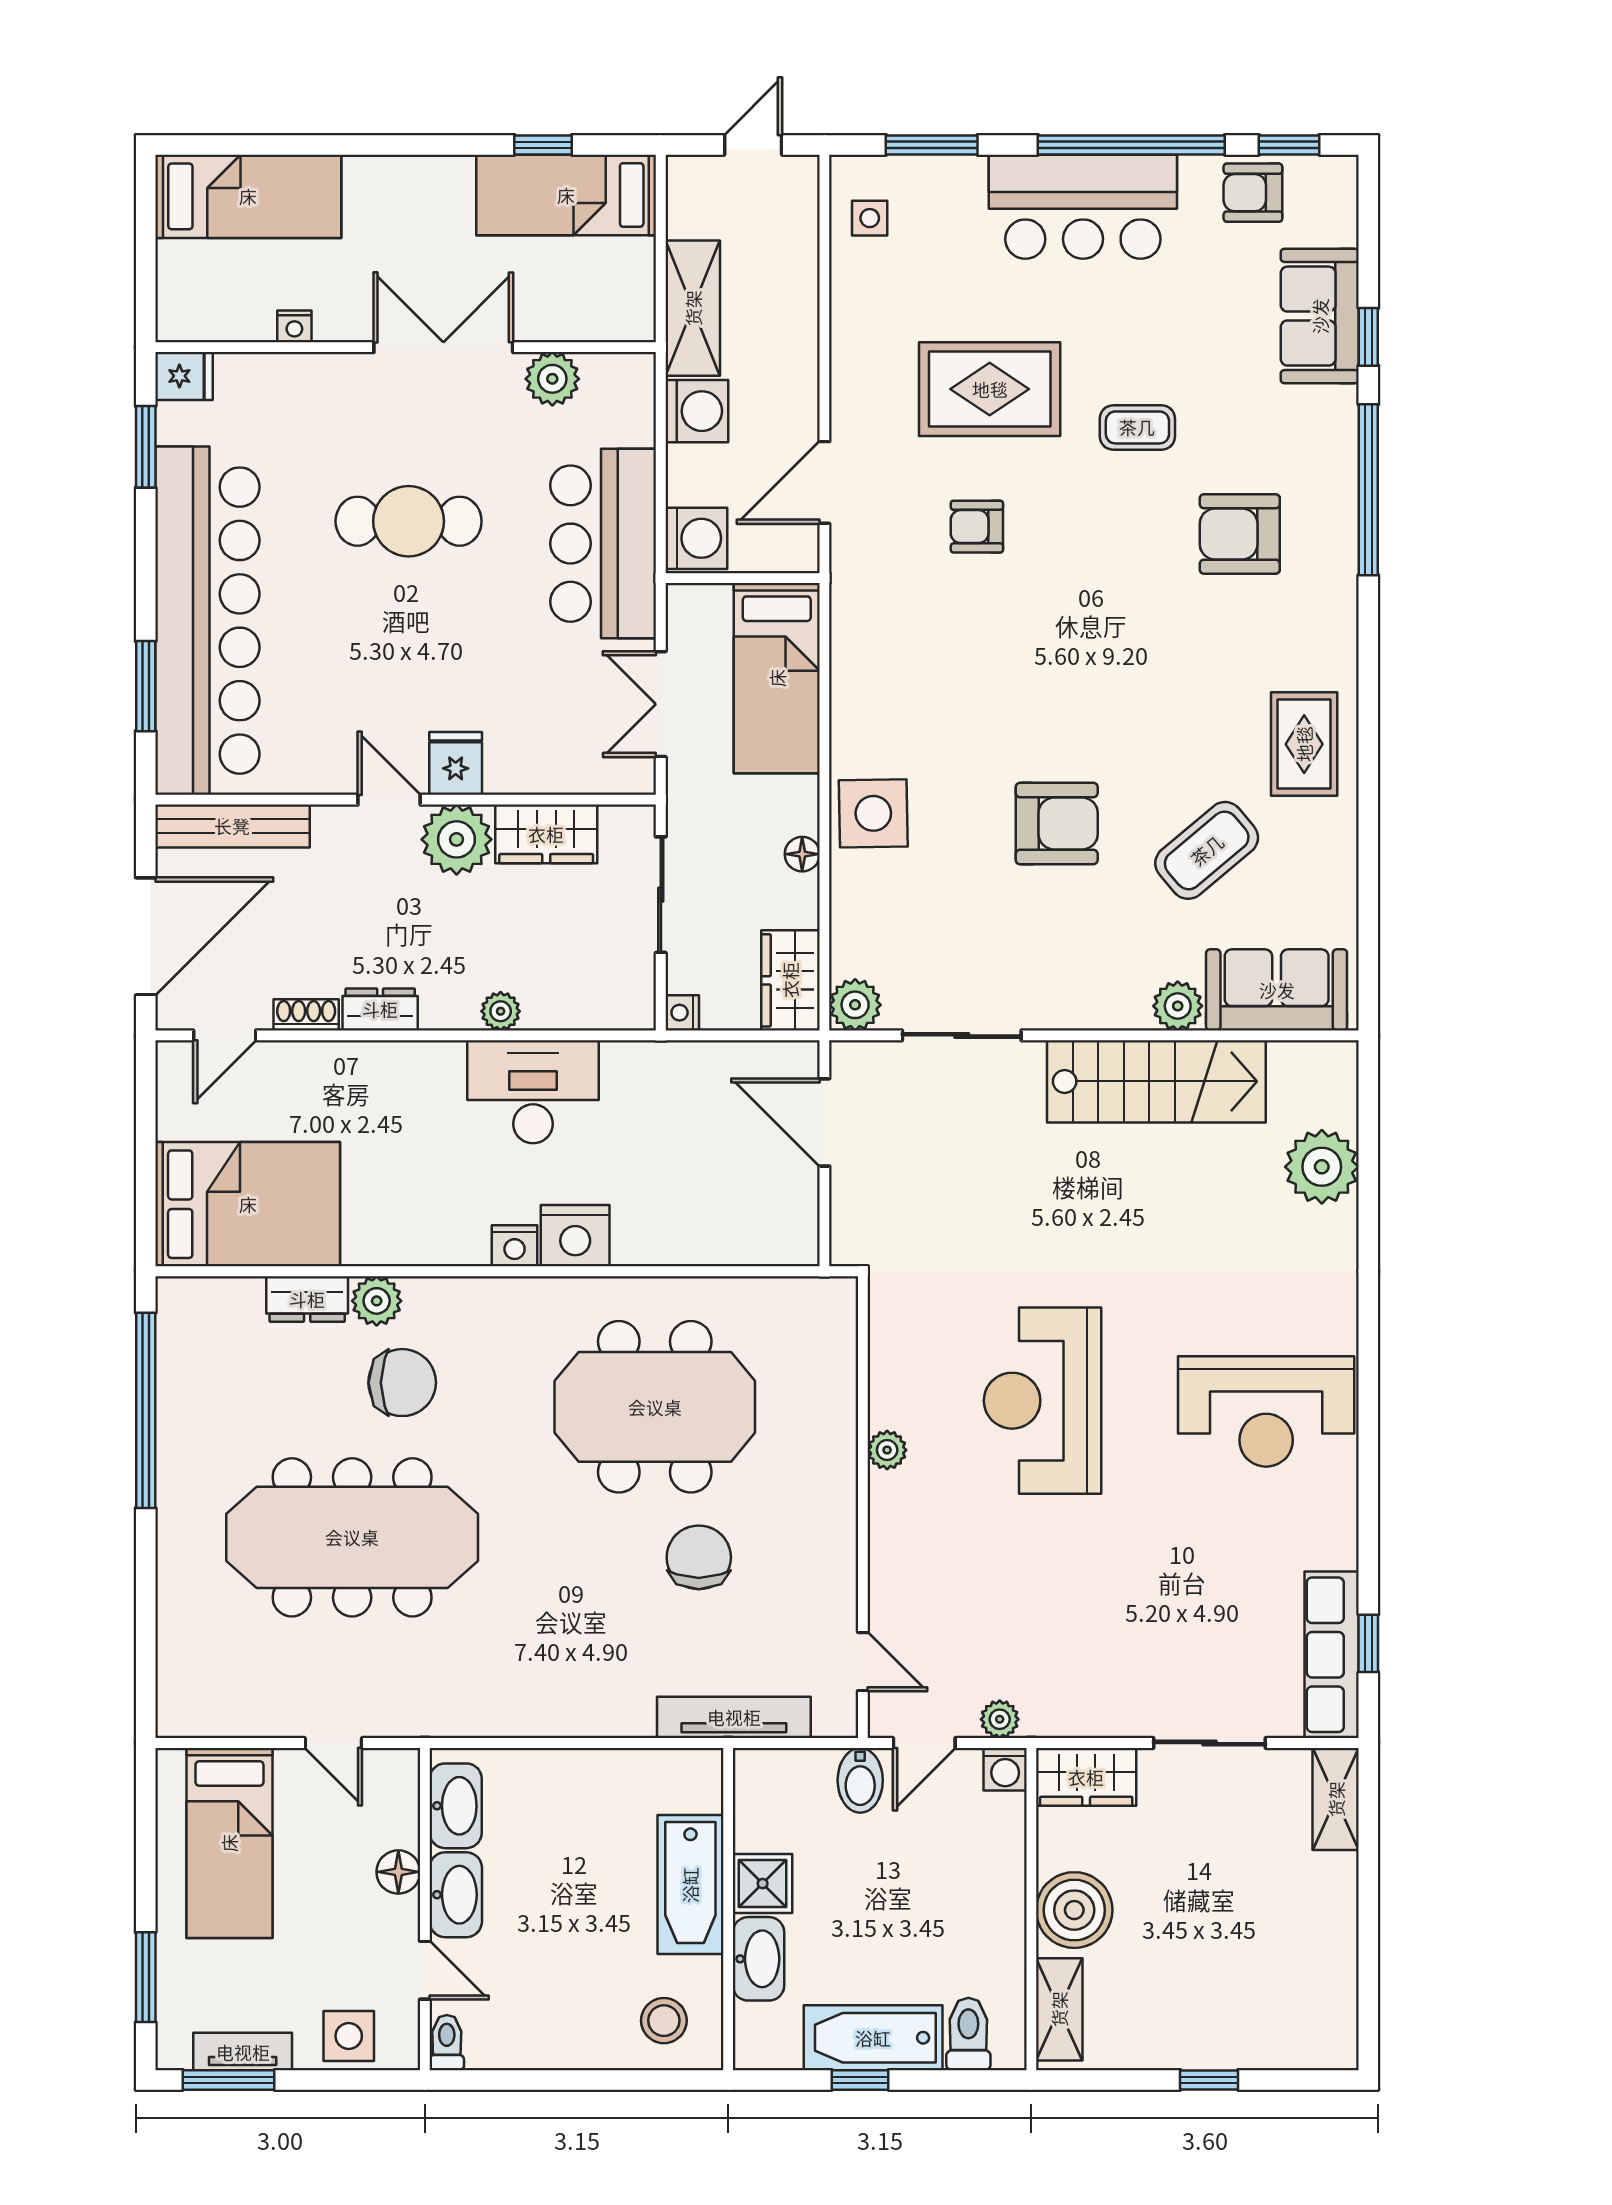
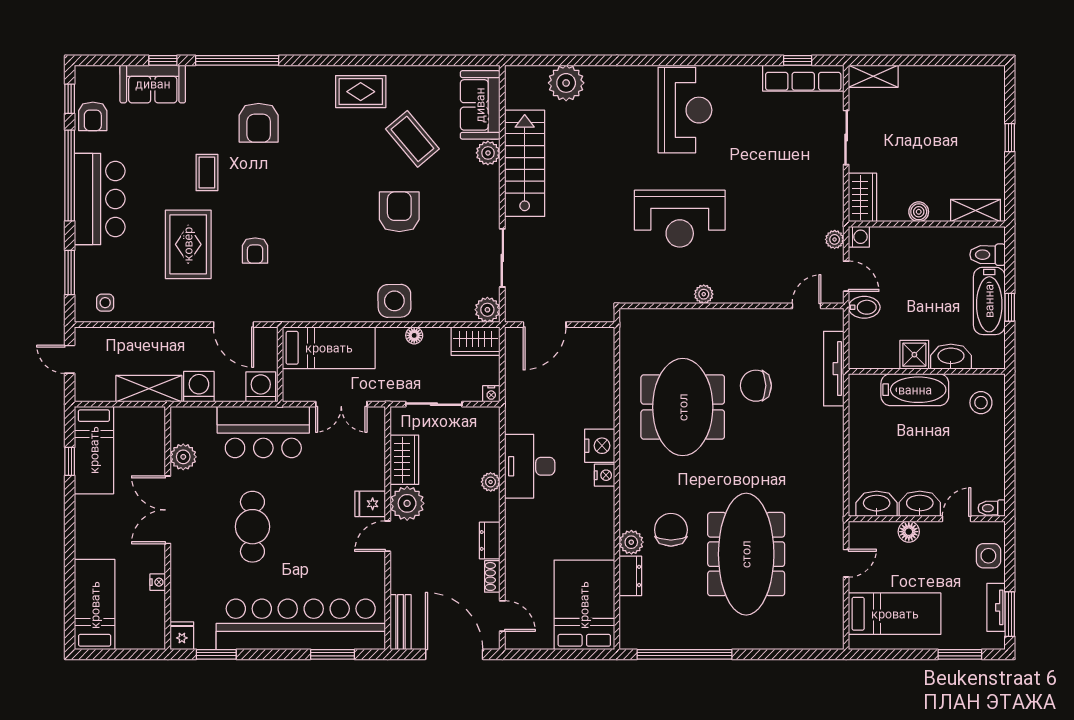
bench: (232, 826) -> (401, 622), width x0.73
boiler: (1074, 1910) -> (919, 212), width x0.54, depth x0.54

